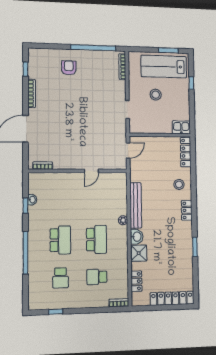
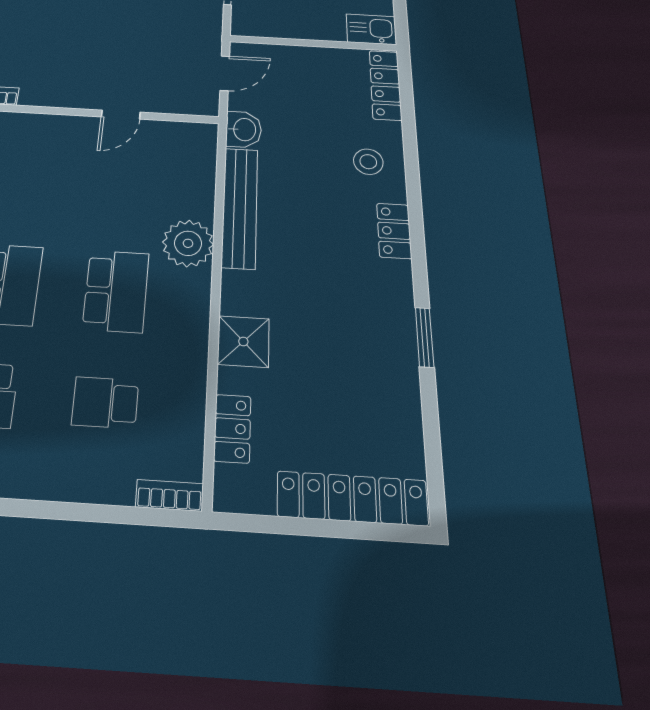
plant: (123, 220) -> (188, 243), width x1.88, depth x1.88
washbasin: (137, 237) -> (244, 129), moved

